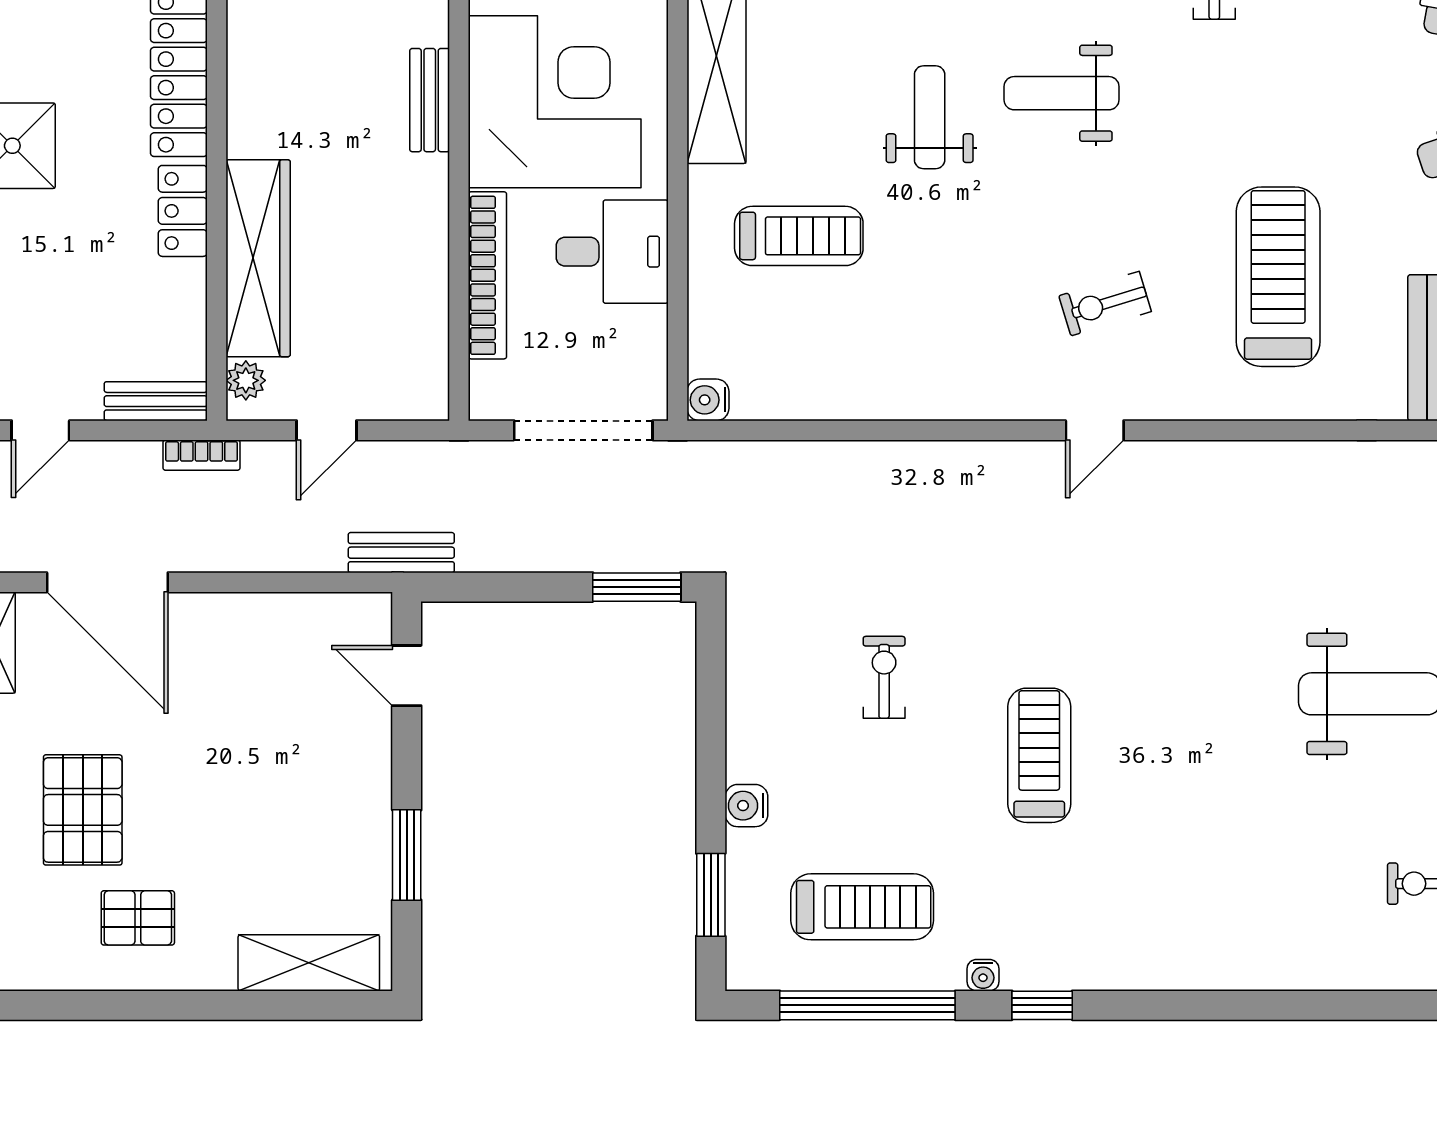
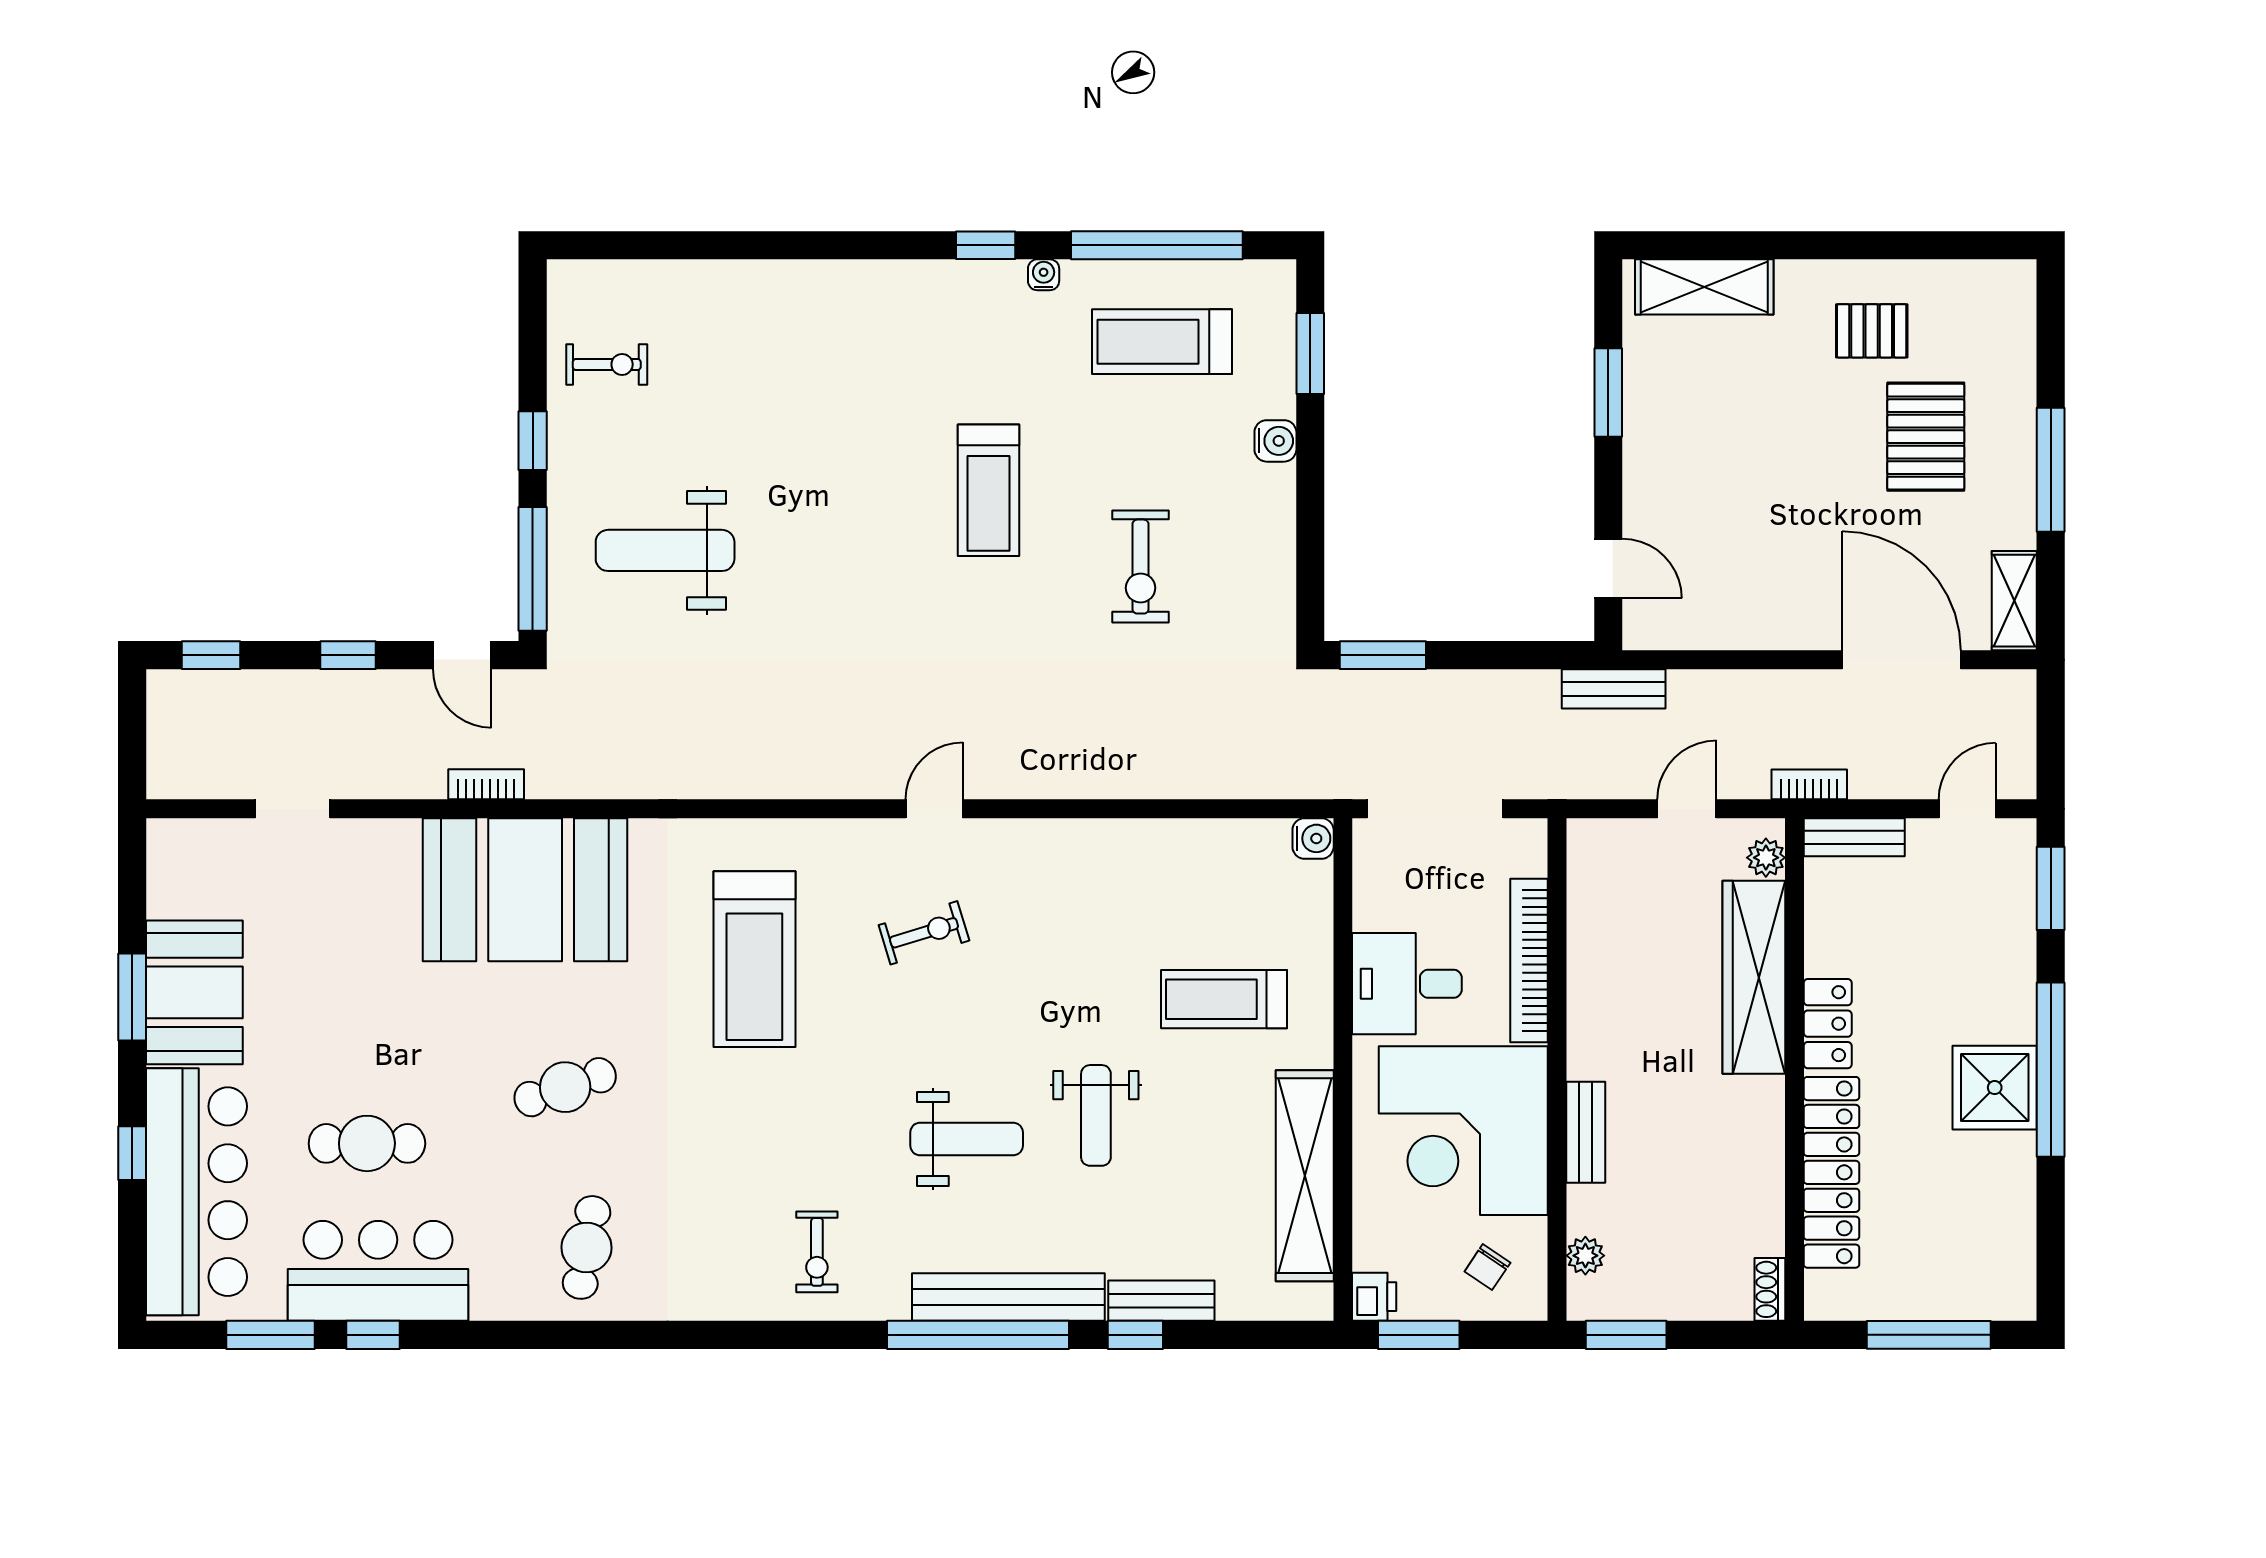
exercise bike: (884, 677) -> (1141, 567), width x1.38, depth x1.39

